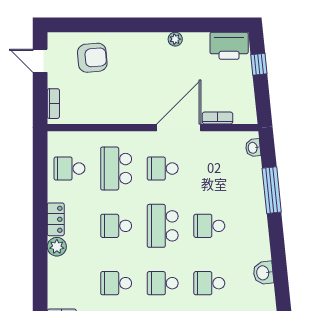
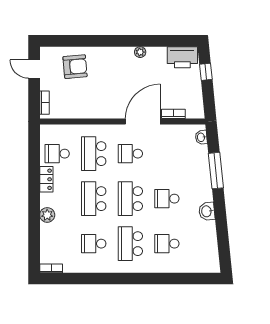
locker: (56, 219) -> (46, 179), moved
school desk: (116, 226) -> (94, 199), width x1.85
washbasin: (263, 273) -> (207, 211), moved
school desk: (163, 283) -> (130, 244), width x1.85

